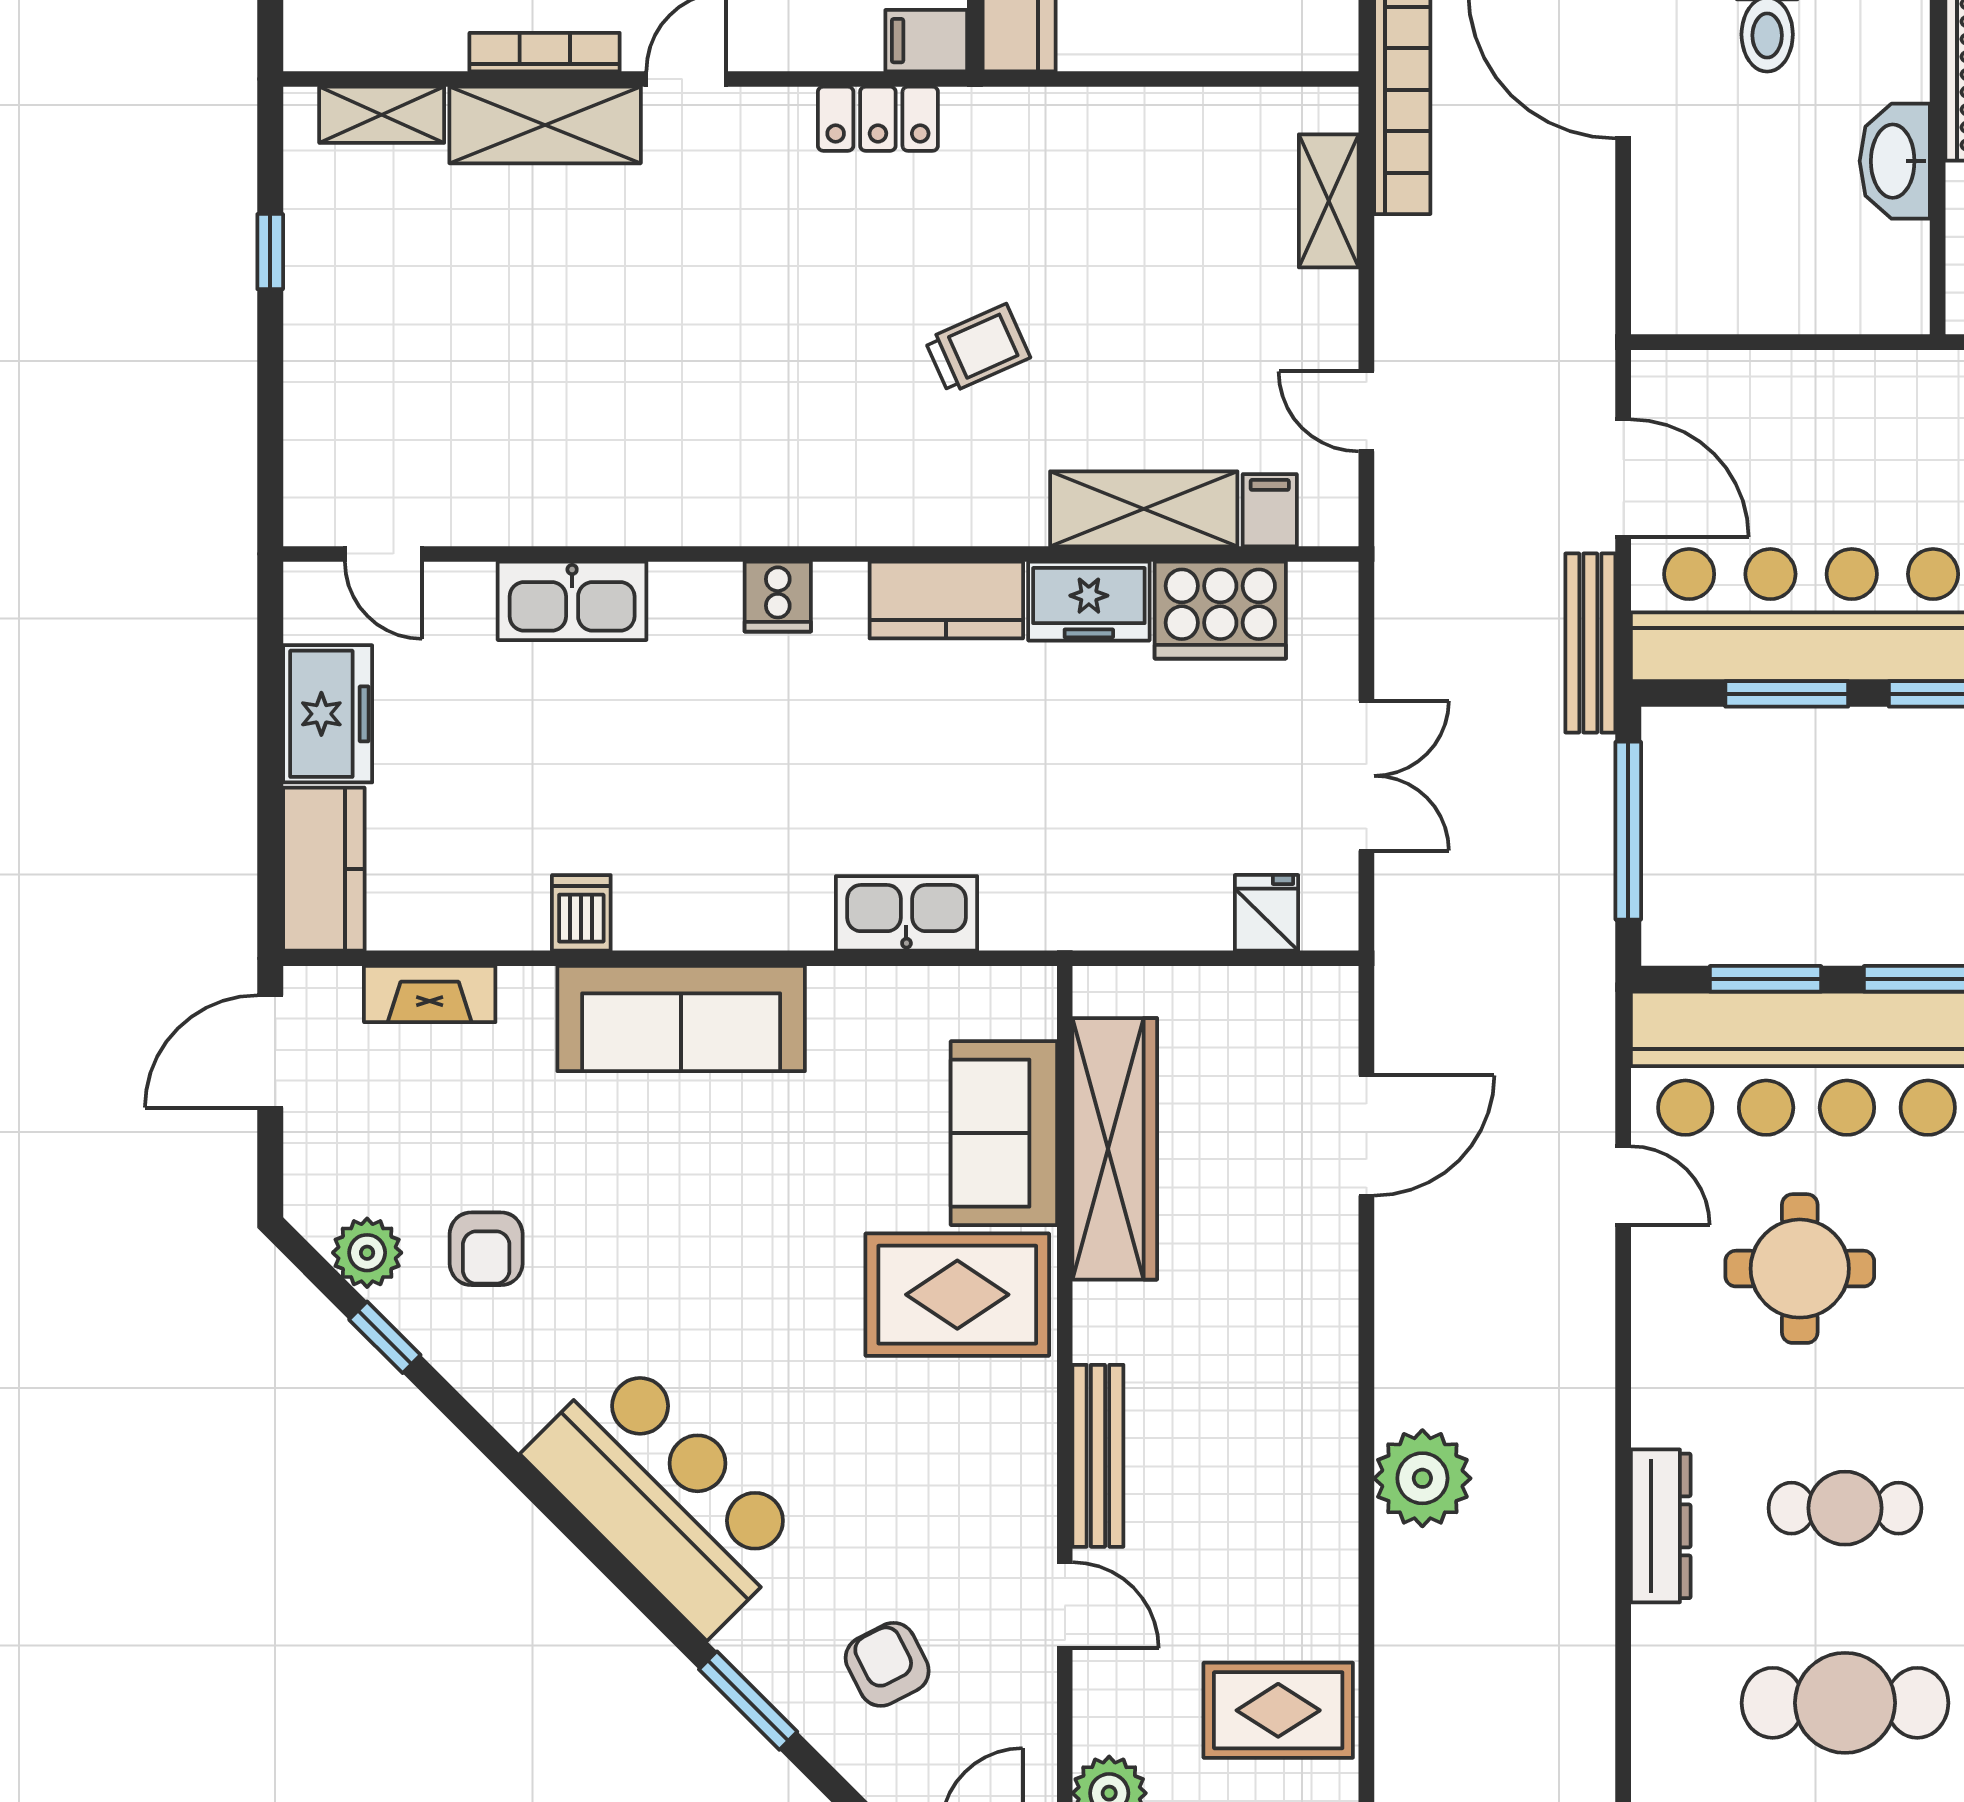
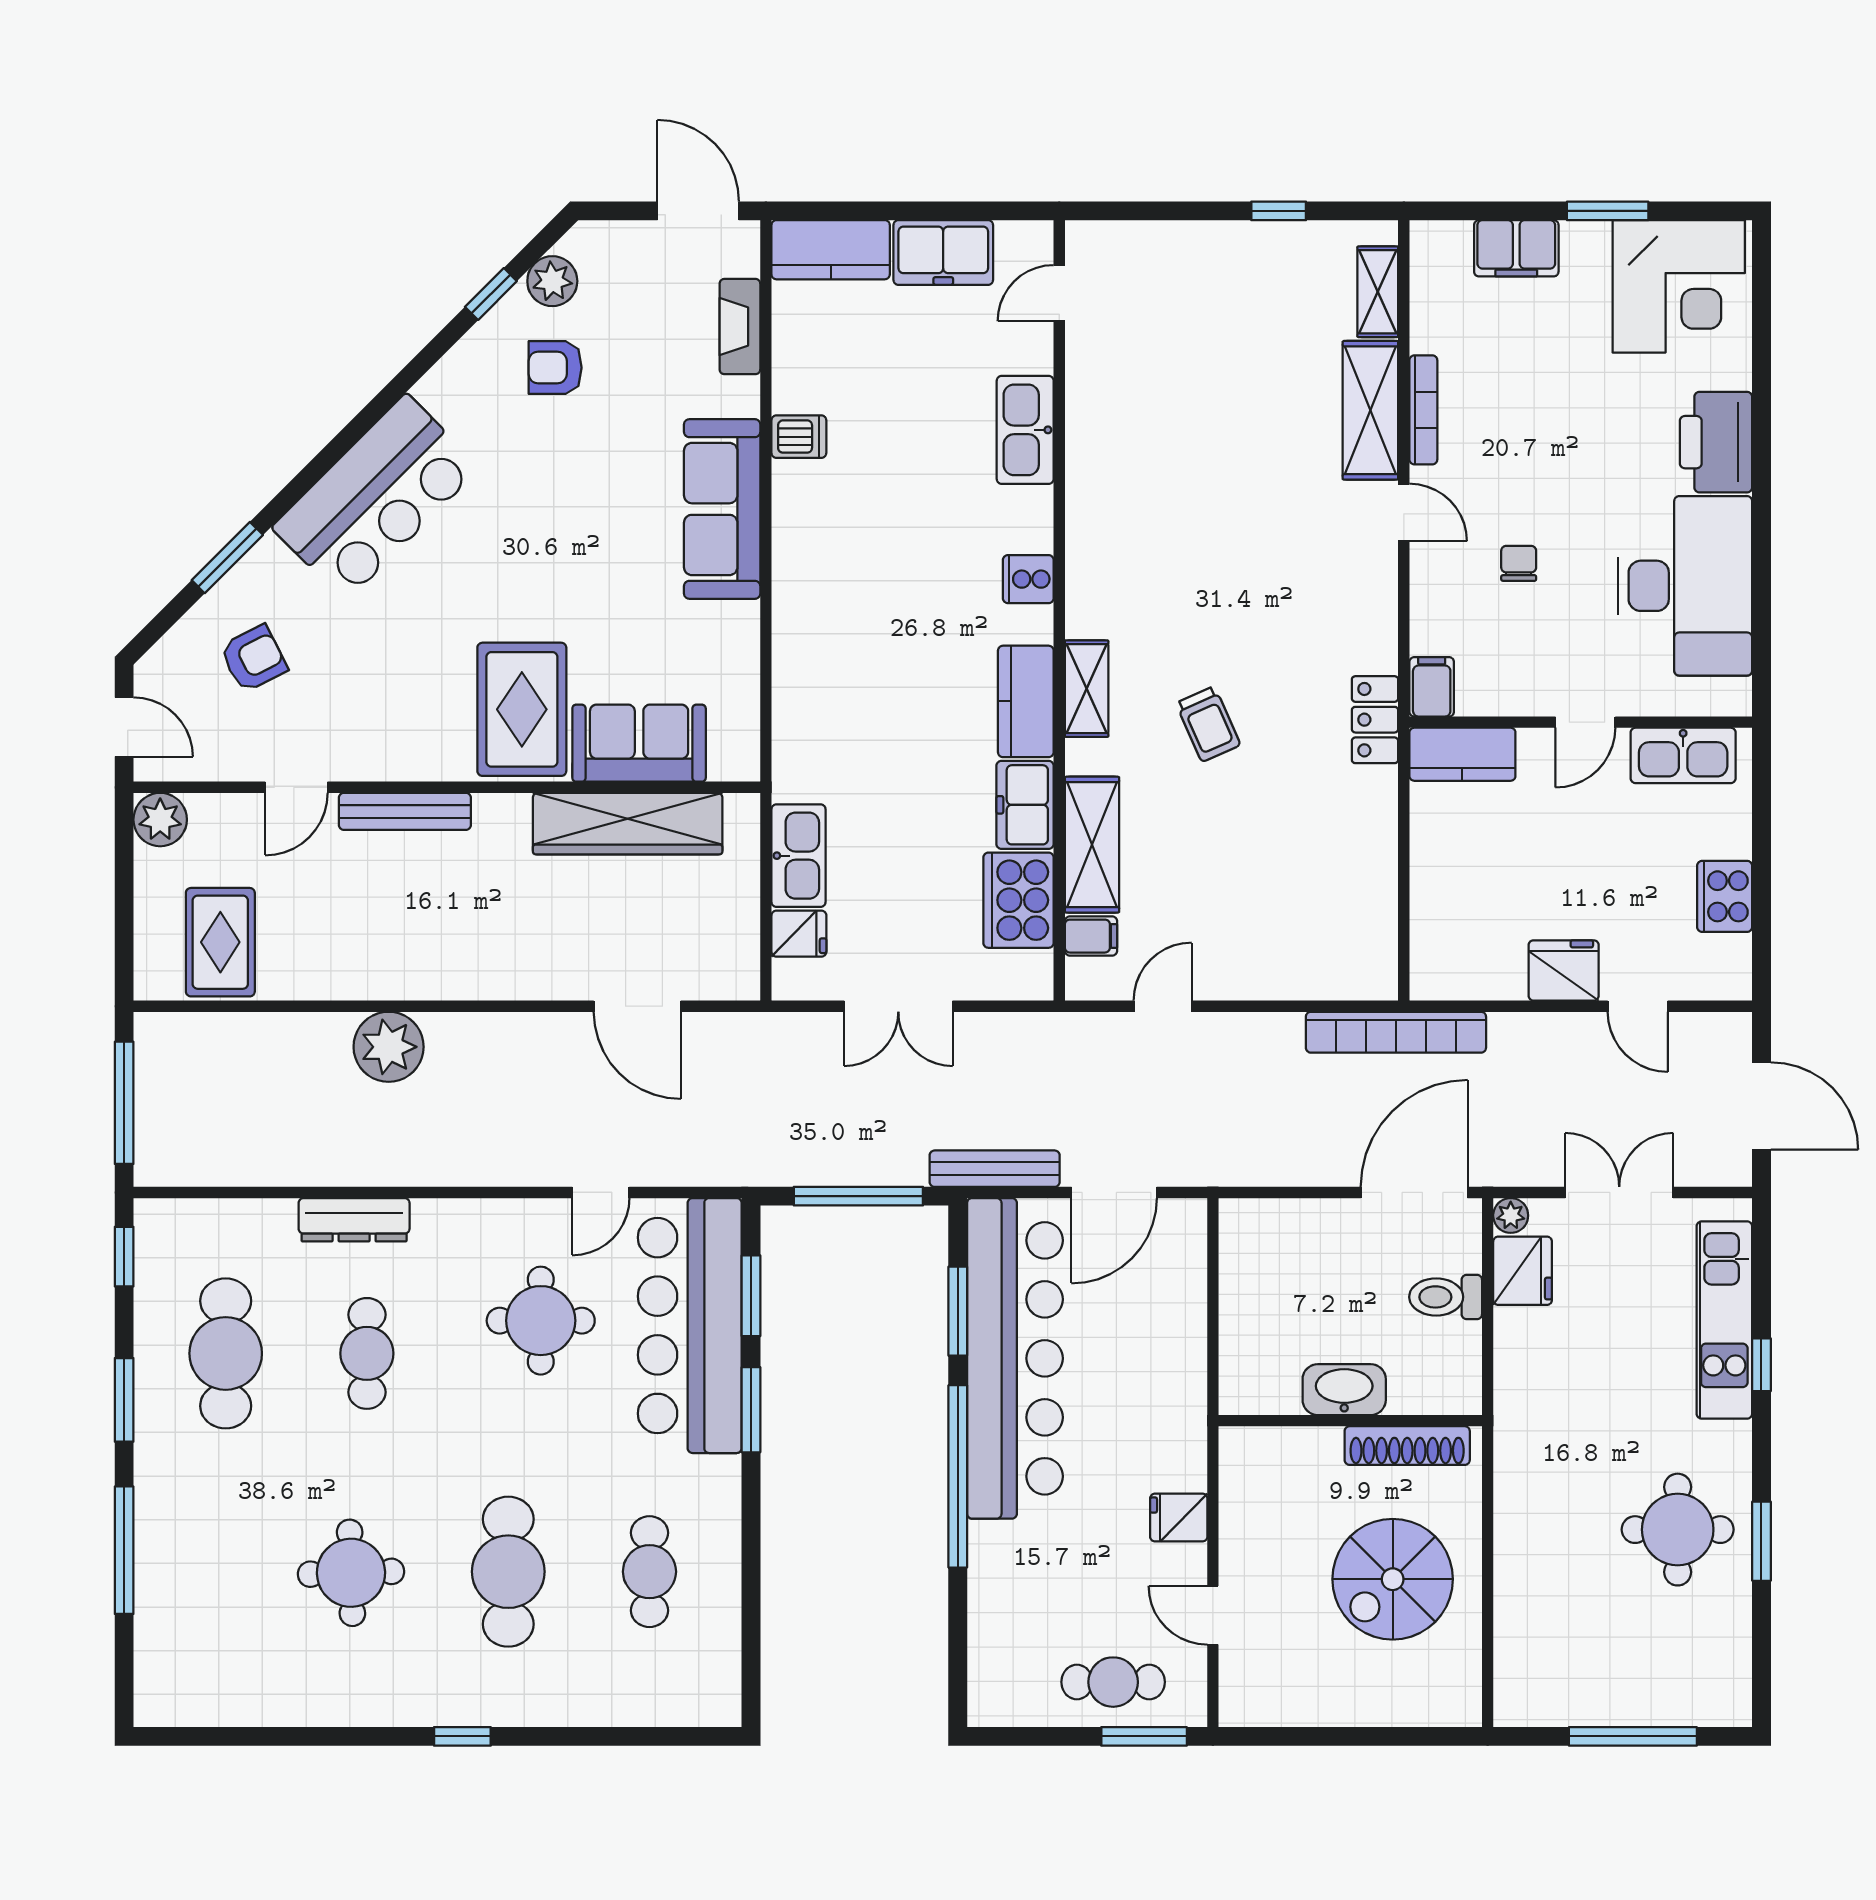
locker: (878, 119) -> (1375, 720), moved
shelving: (1329, 201) -> (1087, 689), moved, turned 90
kitchen sink: (906, 913) -> (799, 856), moved

